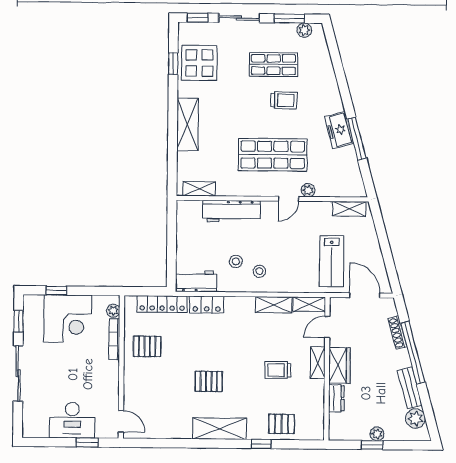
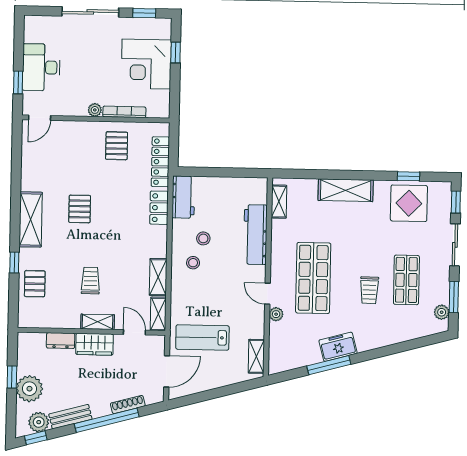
plant: (113, 311) -> (95, 110), moved
window: (431, 421) -> (36, 438), added
plant: (377, 434) -> (29, 389), width x1.88, depth x1.88

